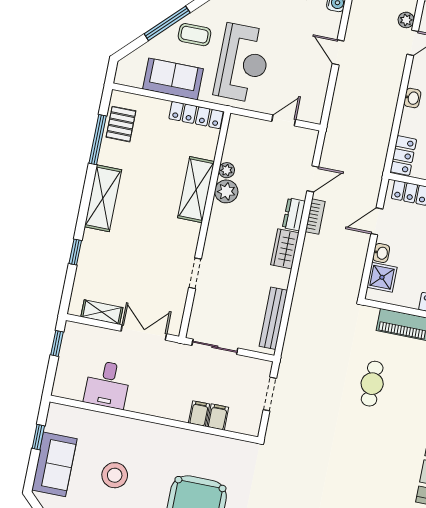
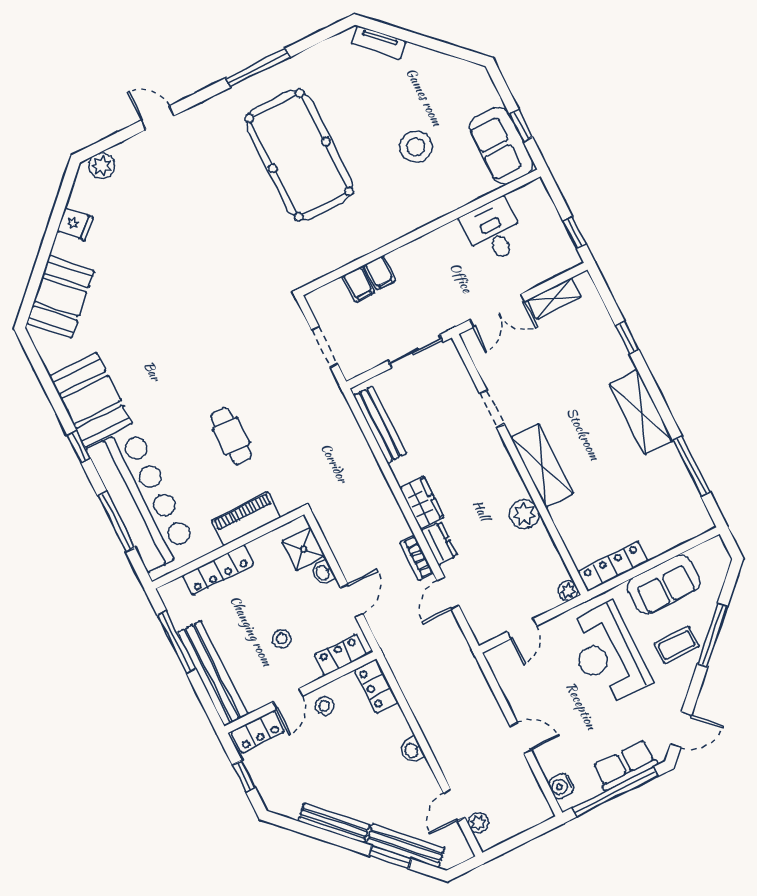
pallet: (121, 124) -> (681, 500), removed
plant: (227, 170) -> (568, 591), moved
shelving: (196, 190) -> (542, 465), moved
sofa: (54, 464) -> (501, 146), moved

